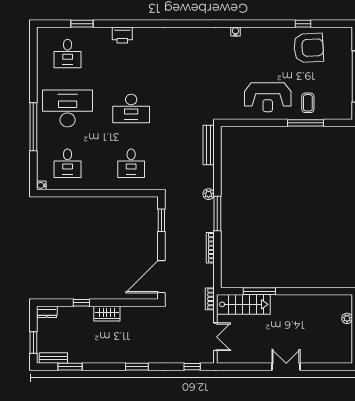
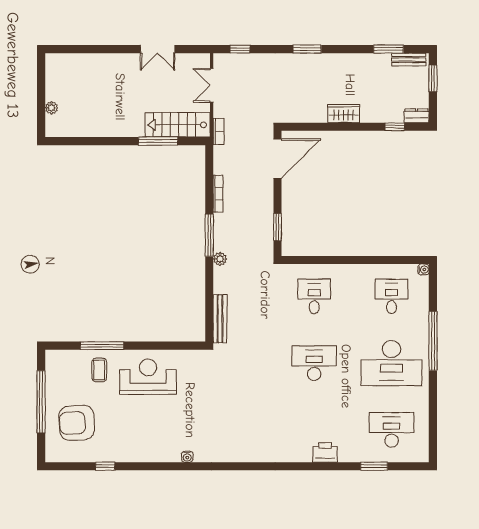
armchair: (309, 48) -> (77, 423), moved
desk: (68, 54) -> (391, 430), width x1.37
window: (81, 303) -> (395, 127), moved
double door: (286, 367) -> (158, 49), moved

